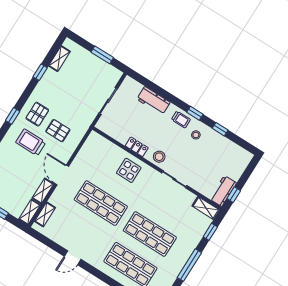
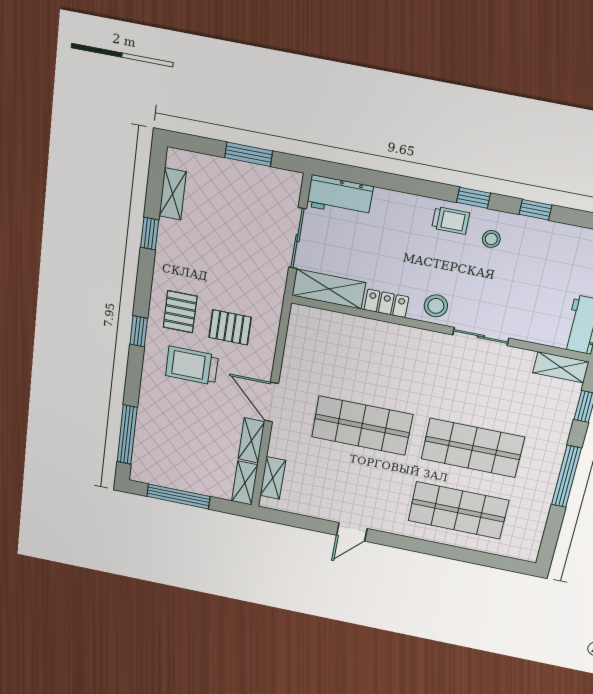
workbench: (153, 101) -> (340, 196), moved
shelving: (113, 130) -> (329, 289), added
display table: (129, 170) -> (389, 351), removed

